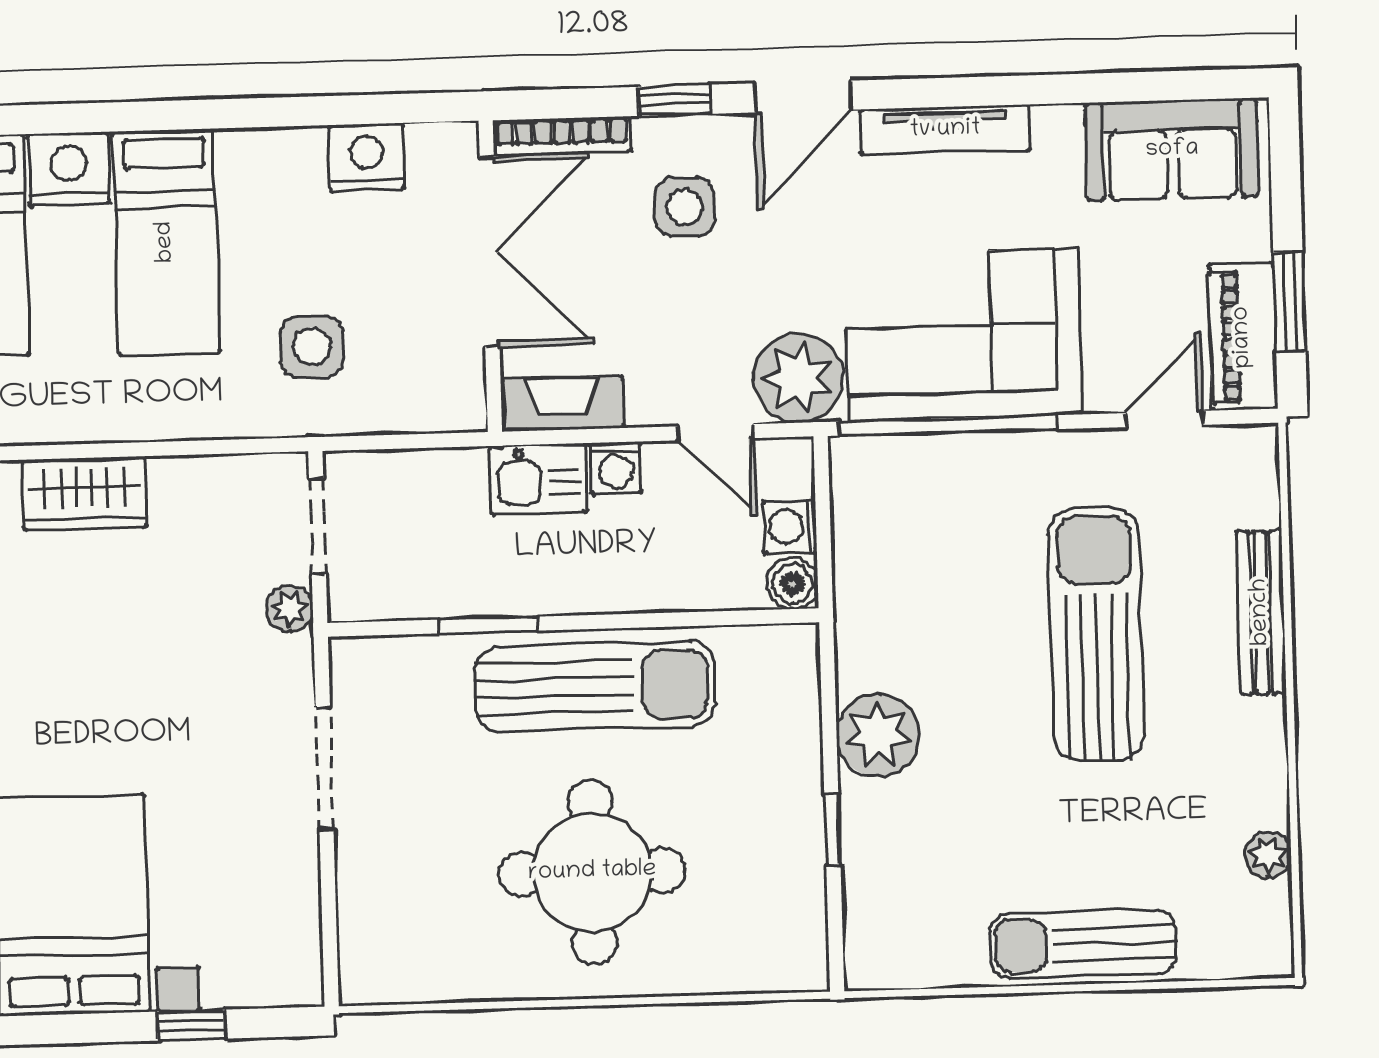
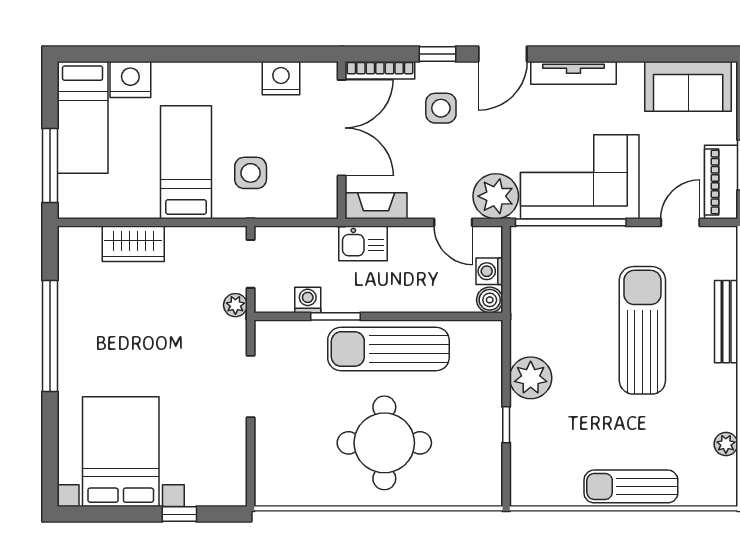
bed: (166, 242) -> (186, 162), moved, turned 180
washing machine: (616, 468) -> (308, 300), moved, turned 180
sun lounger: (595, 686) -> (388, 349), turned 180

